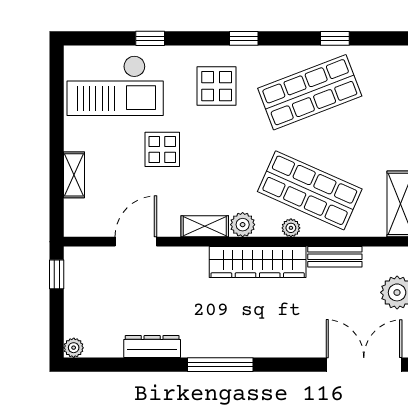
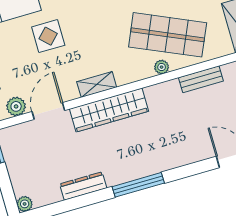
plant: (243, 225) -> (16, 106), moved
wardrobe: (258, 262) -> (109, 110), moved

